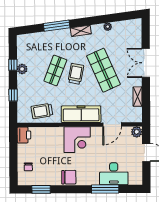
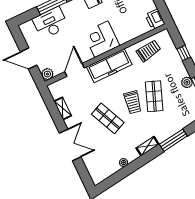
shop shelf: (103, 70) -> (108, 118), width x0.70, depth x0.74

